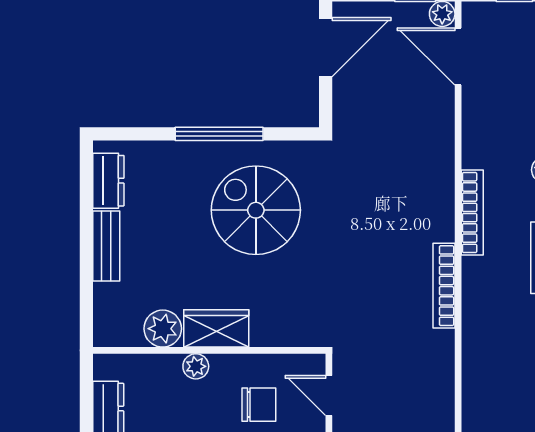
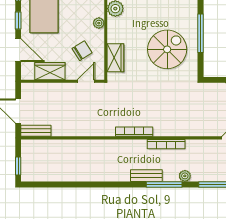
wardrobe: (216, 328) -> (115, 58), moved
chair: (259, 405) -> (82, 51), turned -122

